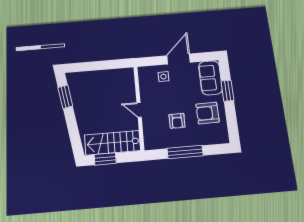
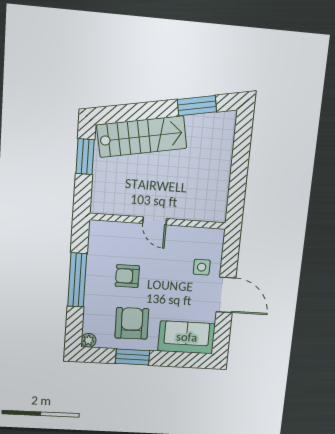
window: (227, 91) -> (133, 357), moved
door: (139, 110) -> (155, 221), swing flipped
plant: (224, 139) -> (89, 340), added
stairs: (113, 143) -> (142, 137), moved, turned 79

